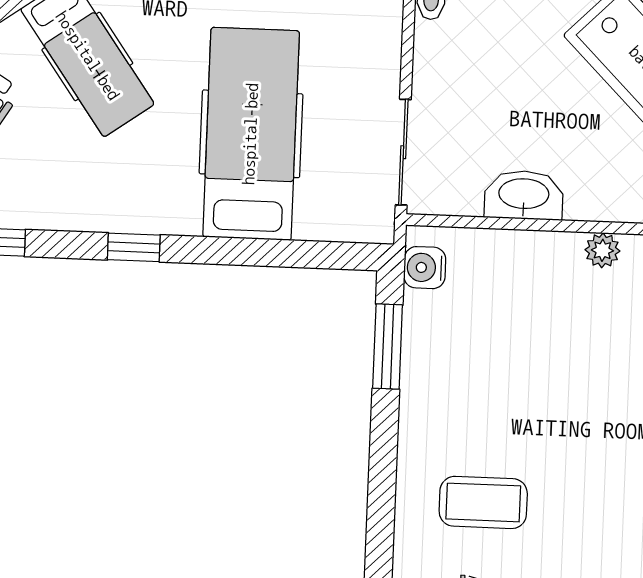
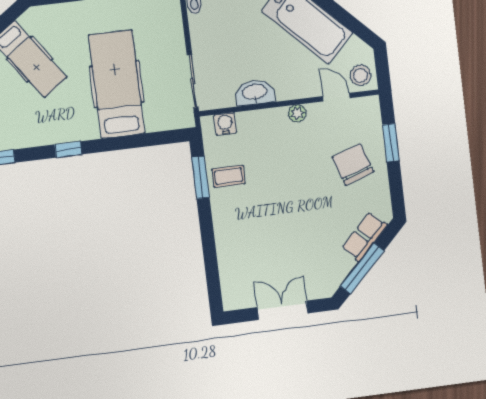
water cooler: (425, 268) -> (225, 124), moved, turned 90
coffee table: (483, 502) -> (229, 176), moved, width x0.73, depth x0.77

